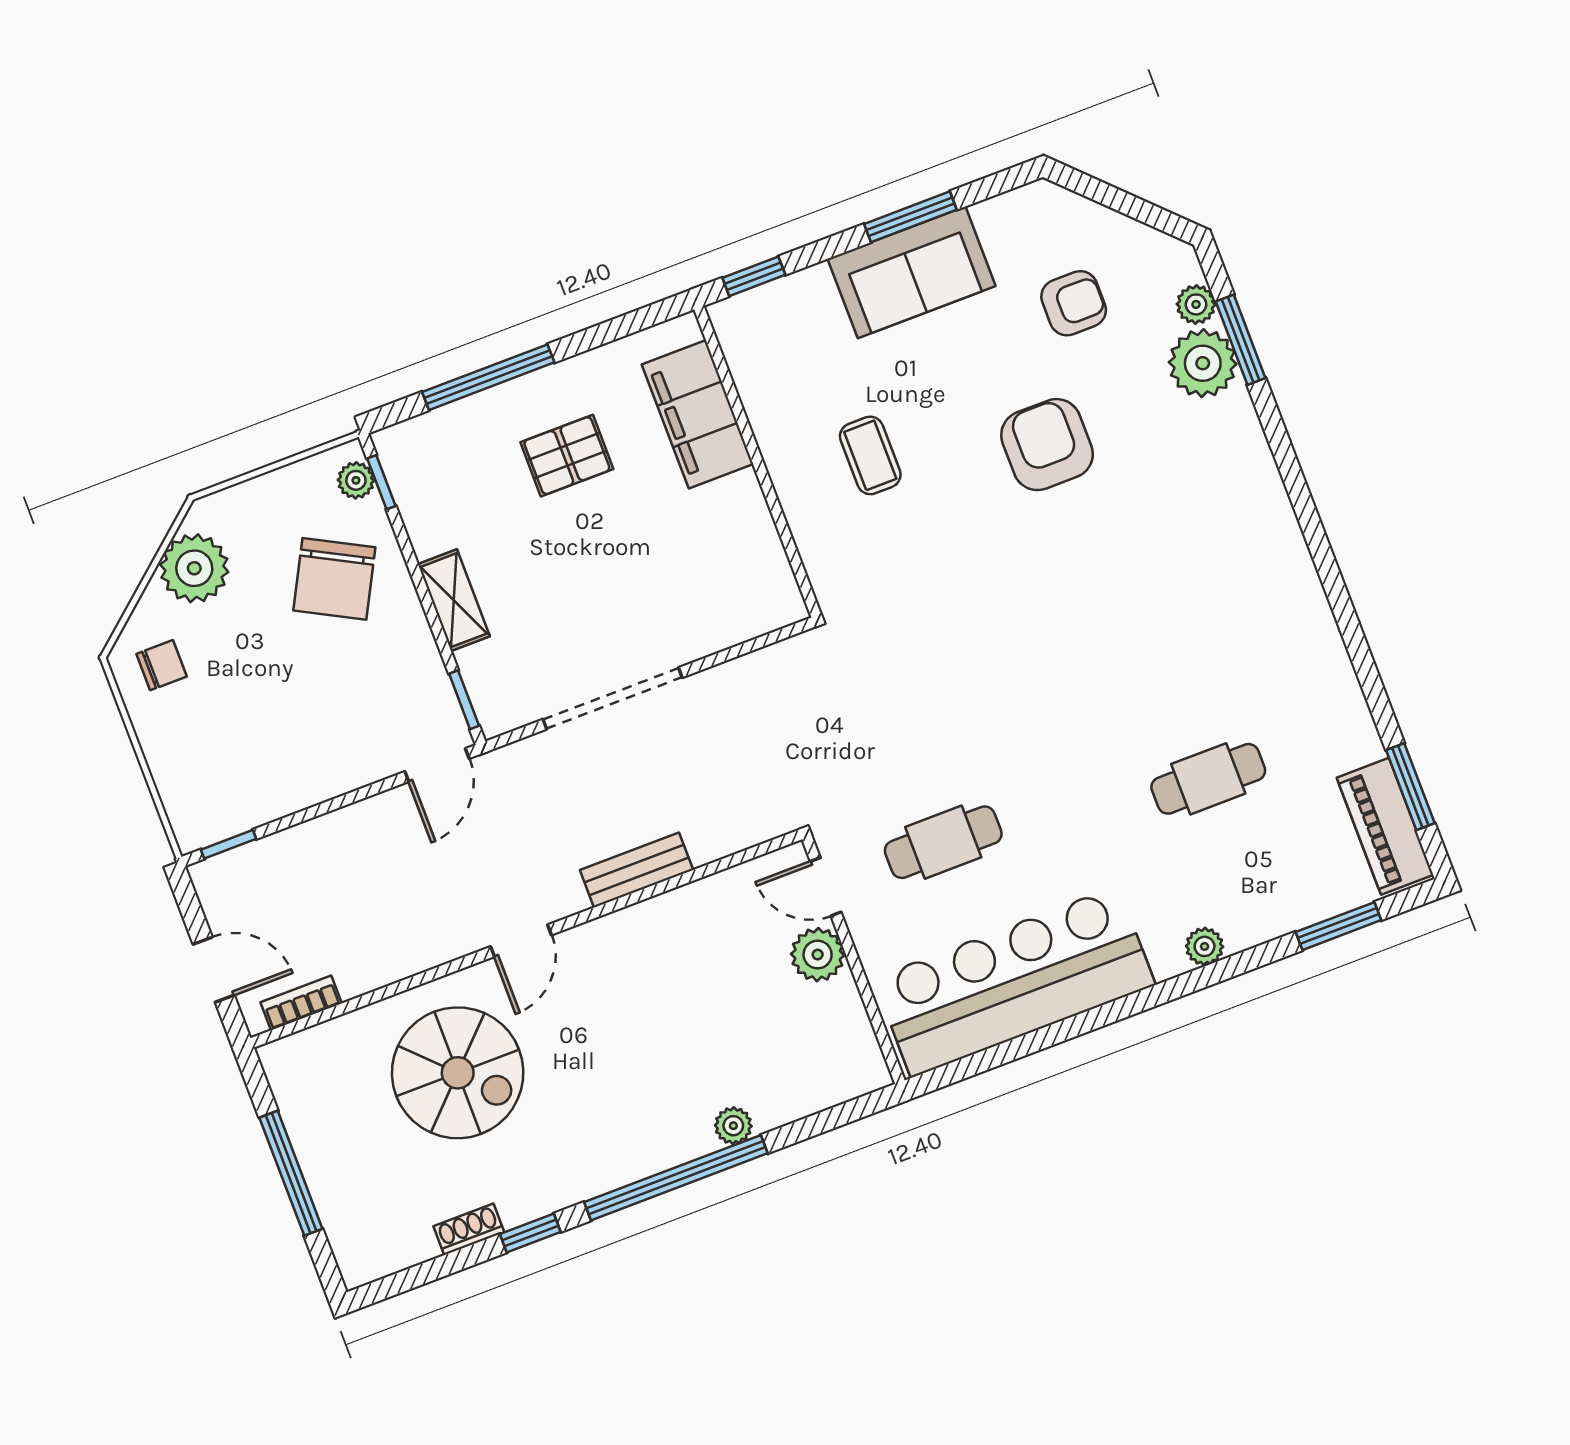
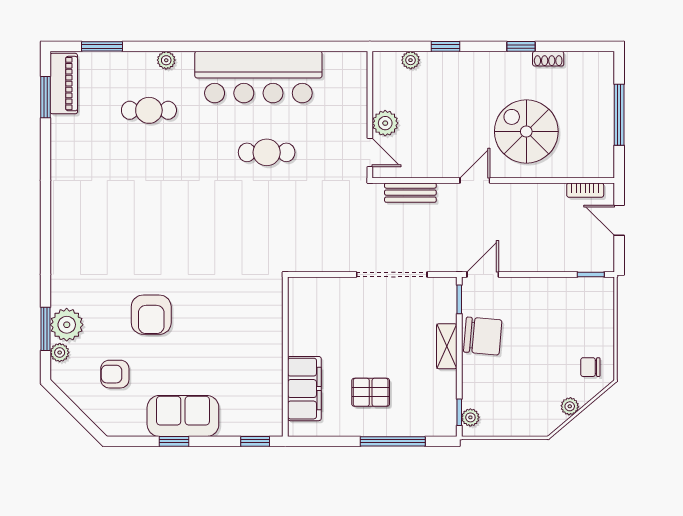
window: (910, 217) -> (174, 441), width x0.67
coffee table: (870, 455) -> (233, 340), removed
plant: (194, 568) -> (570, 406), width x0.53, depth x0.53
chair: (334, 579) -> (483, 336), moved, turned 67
cafe table: (1208, 779) -> (149, 110), moved
door: (826, 887) -> (370, 152), moved
plant: (818, 955) -> (385, 123), moved
wall: (853, 960) -> (370, 115), moved
window: (676, 1178) -> (446, 46), width x0.32

